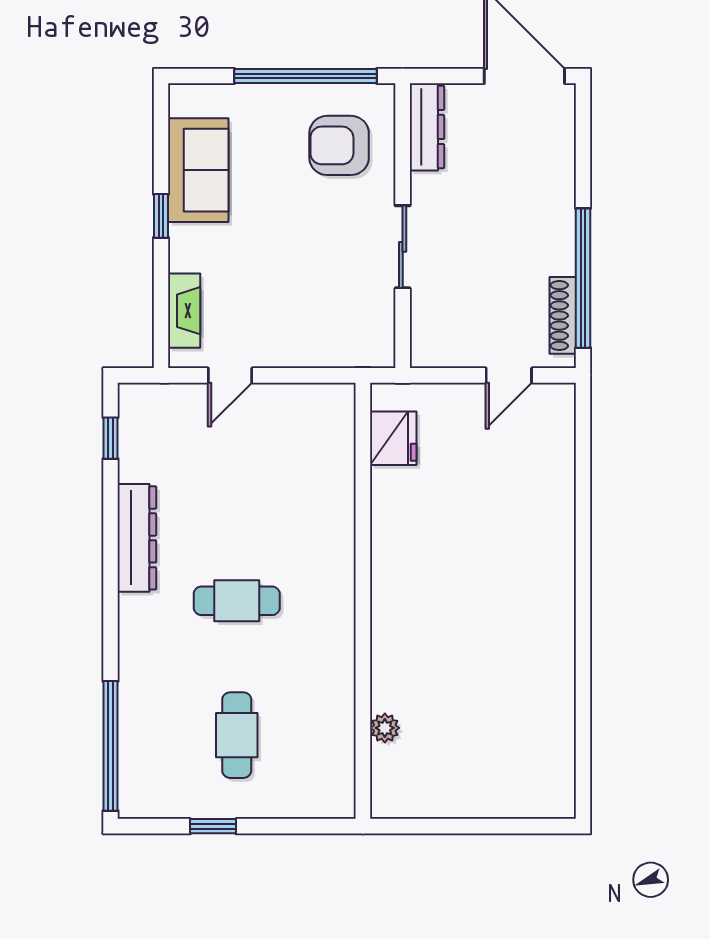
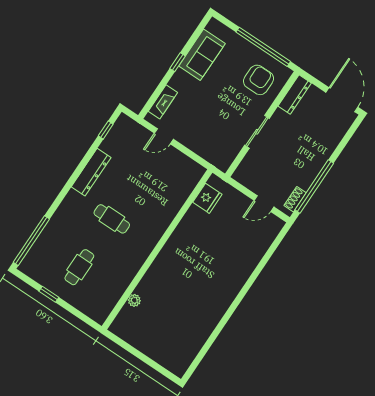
armchair: (339, 145) -> (259, 80), turned 90
shoe rack: (563, 315) -> (295, 199), width x0.70

